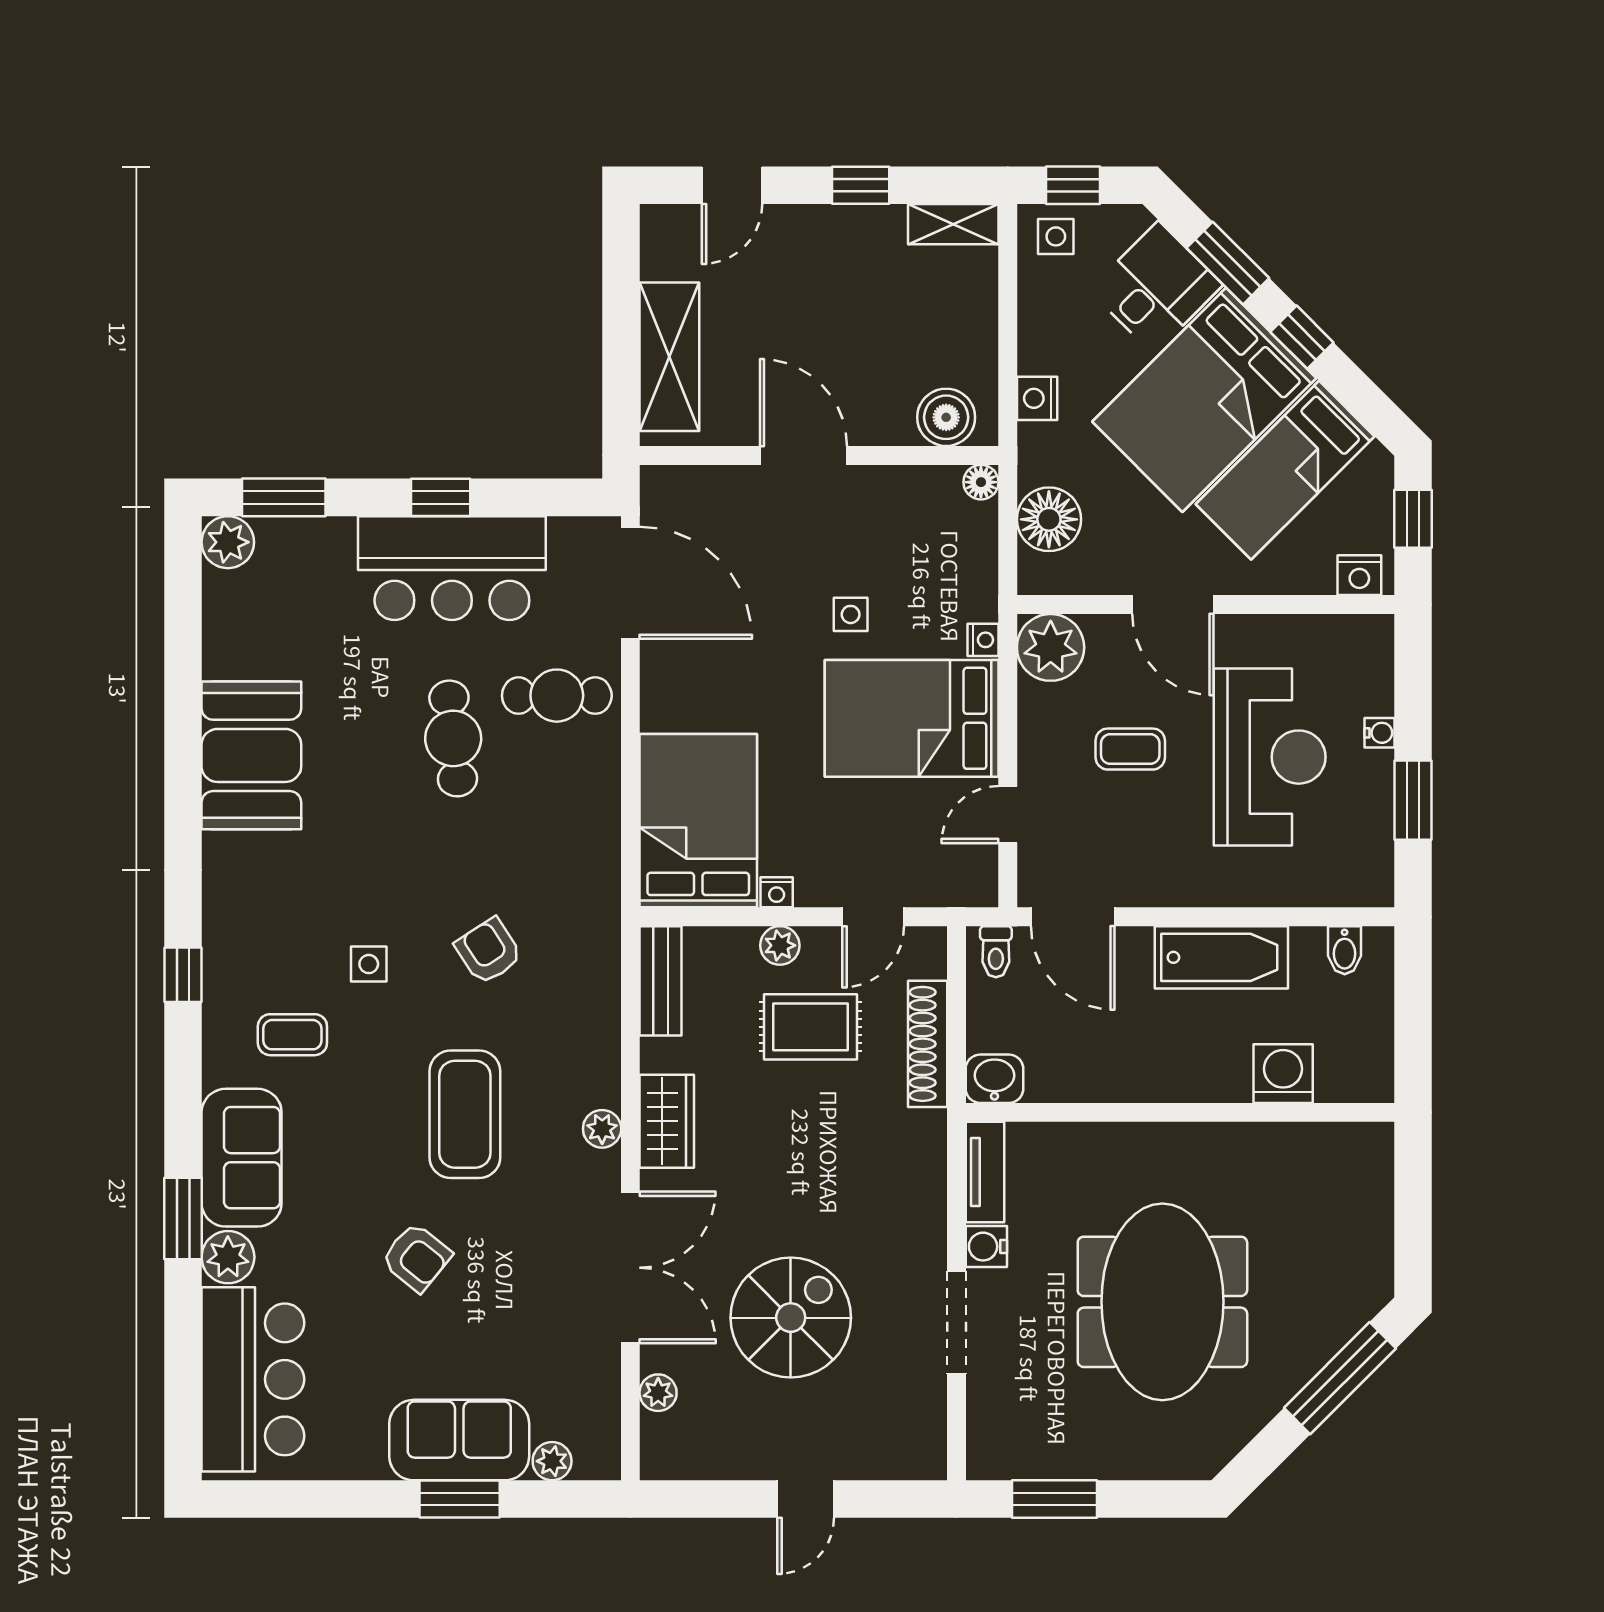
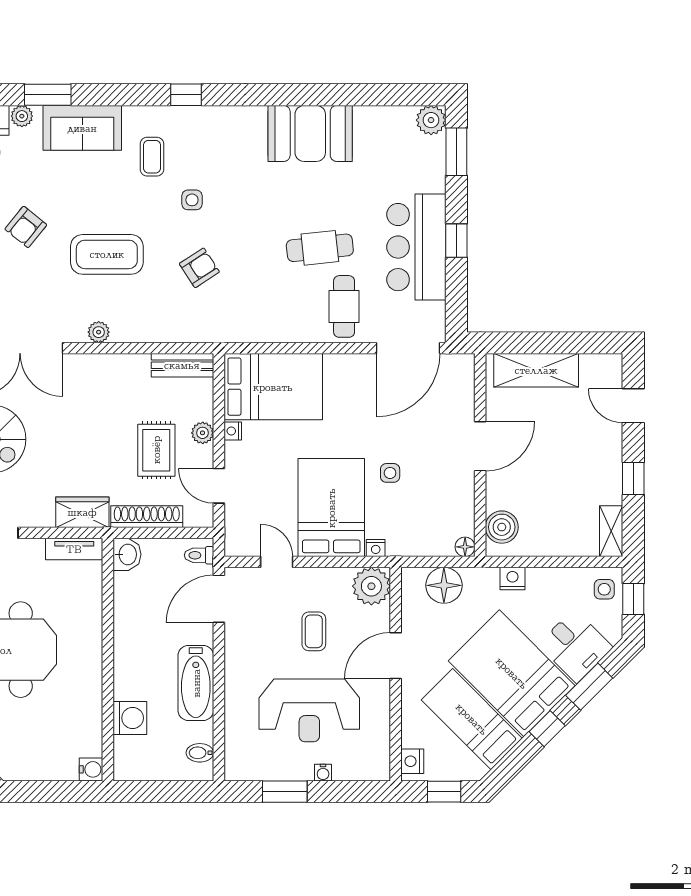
wardrobe: (667, 1121) -> (82, 512), moved, turned 180
water cooler: (986, 1247) -> (91, 769), moved, turned 90
plant: (228, 1257) -> (22, 116), width x0.73, depth x0.73

